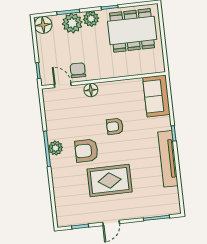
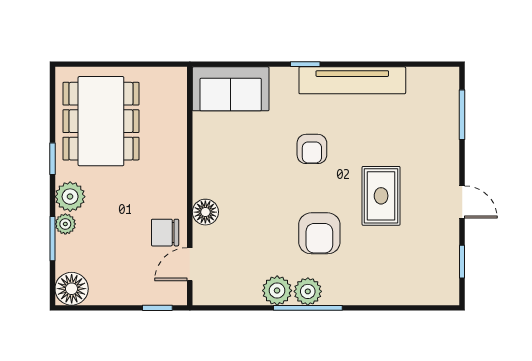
plant: (72, 23) -> (65, 224), width x0.53, depth x0.53
armchair: (115, 126) -> (312, 149), moved
plant: (54, 132) -> (277, 291), added
rug: (110, 181) -> (381, 196), width x0.73, depth x0.70

